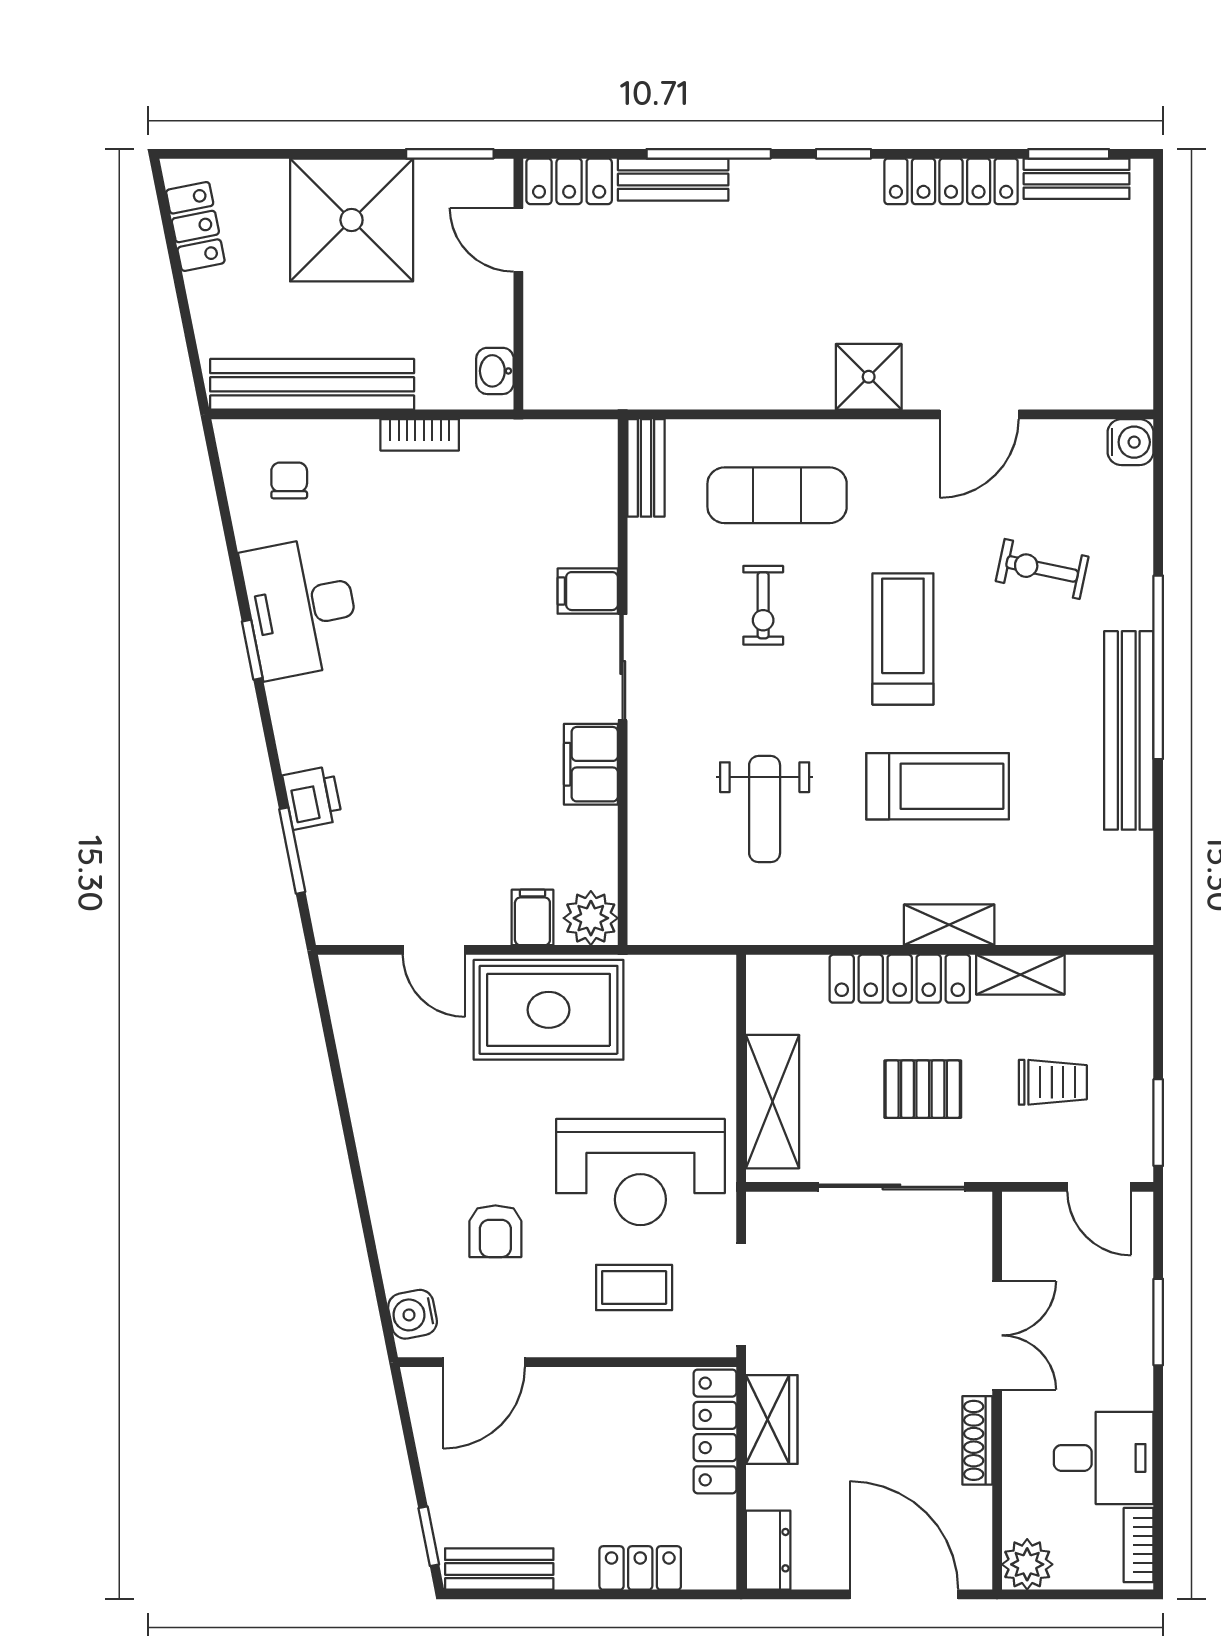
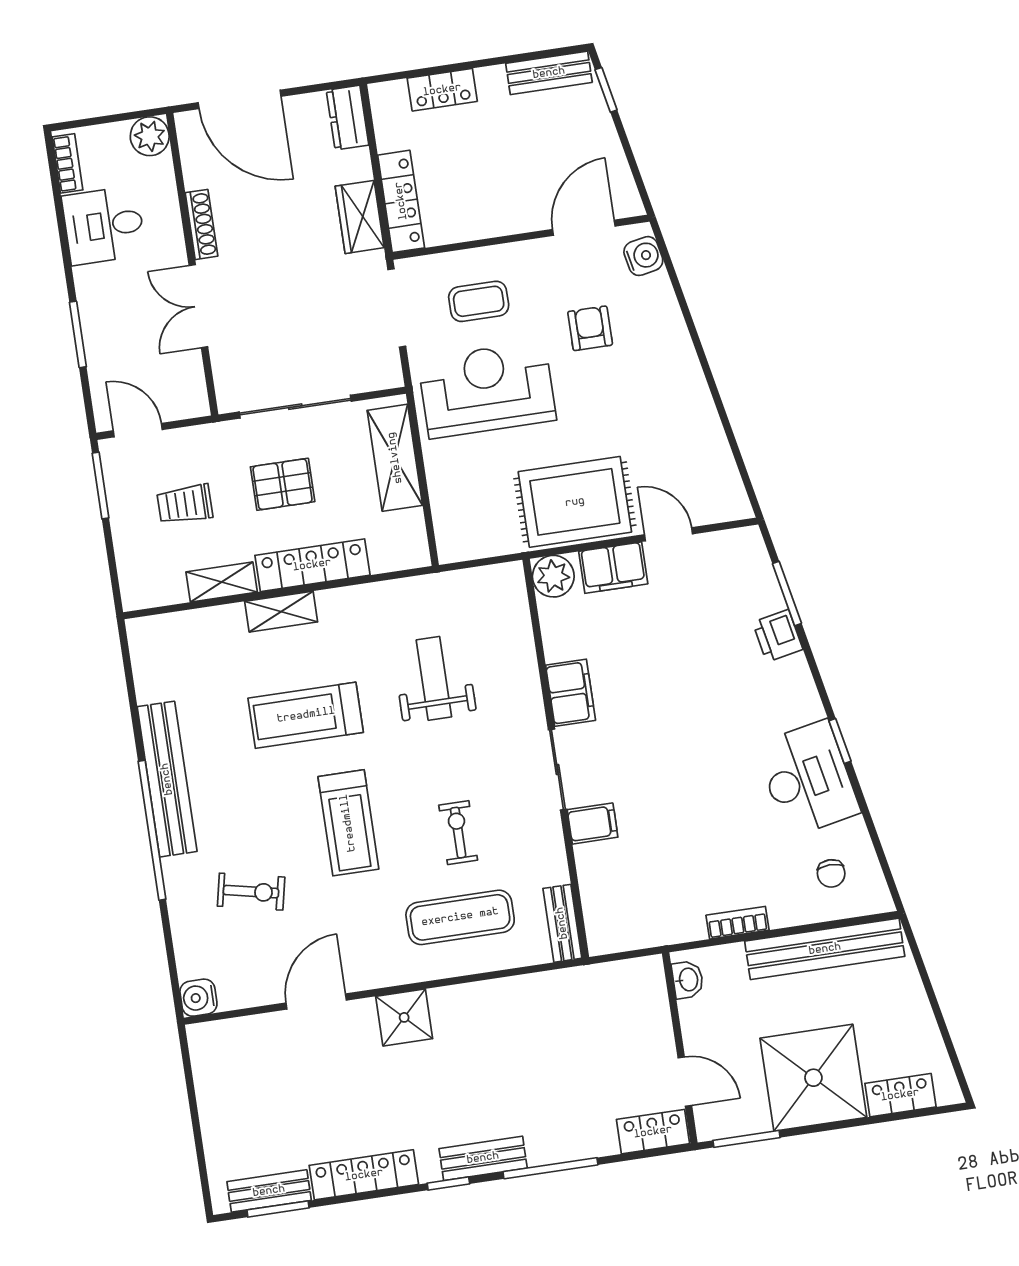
bench: (673, 180) -> (483, 1158), moved
locker: (195, 226) -> (900, 1095), moved, turned 101
filing cabinet: (532, 917) -> (613, 568), width x2.00

